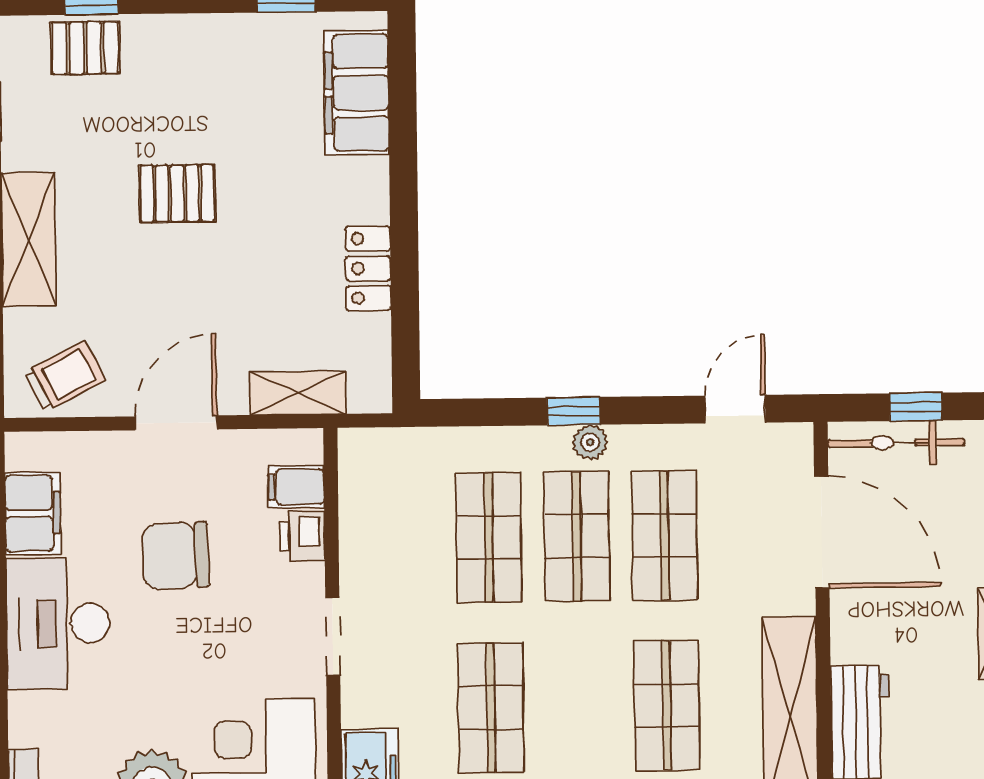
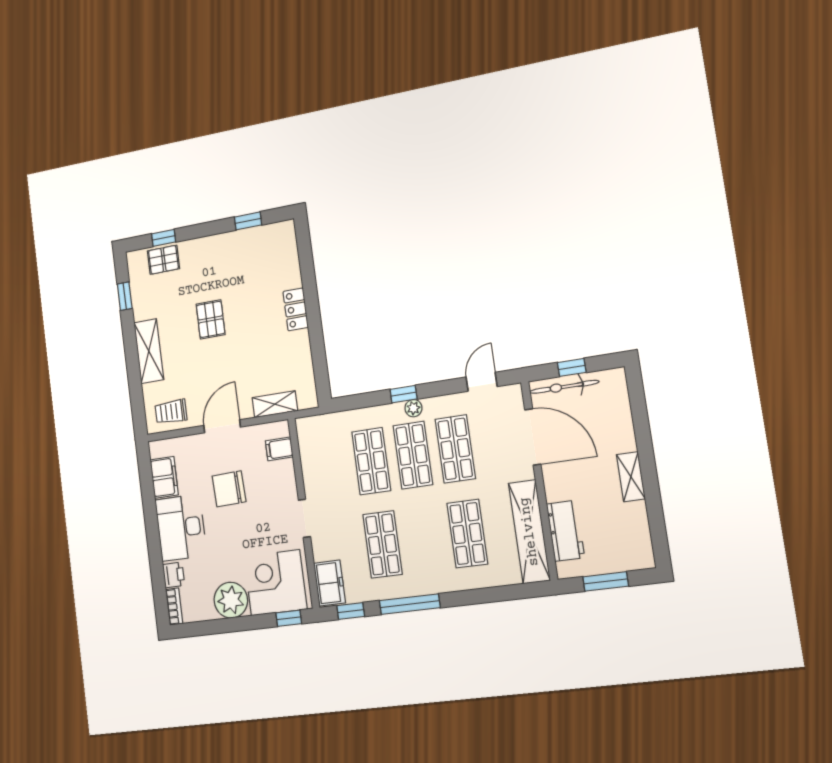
filing cabinet: (357, 93) -> (285, 259), removed
pallet: (177, 194) -> (211, 319), turned 90
locker: (368, 268) -> (296, 309), moved
trolley: (64, 376) -> (171, 412), turned -153
printer: (302, 536) -> (174, 575), moved, turned 180

